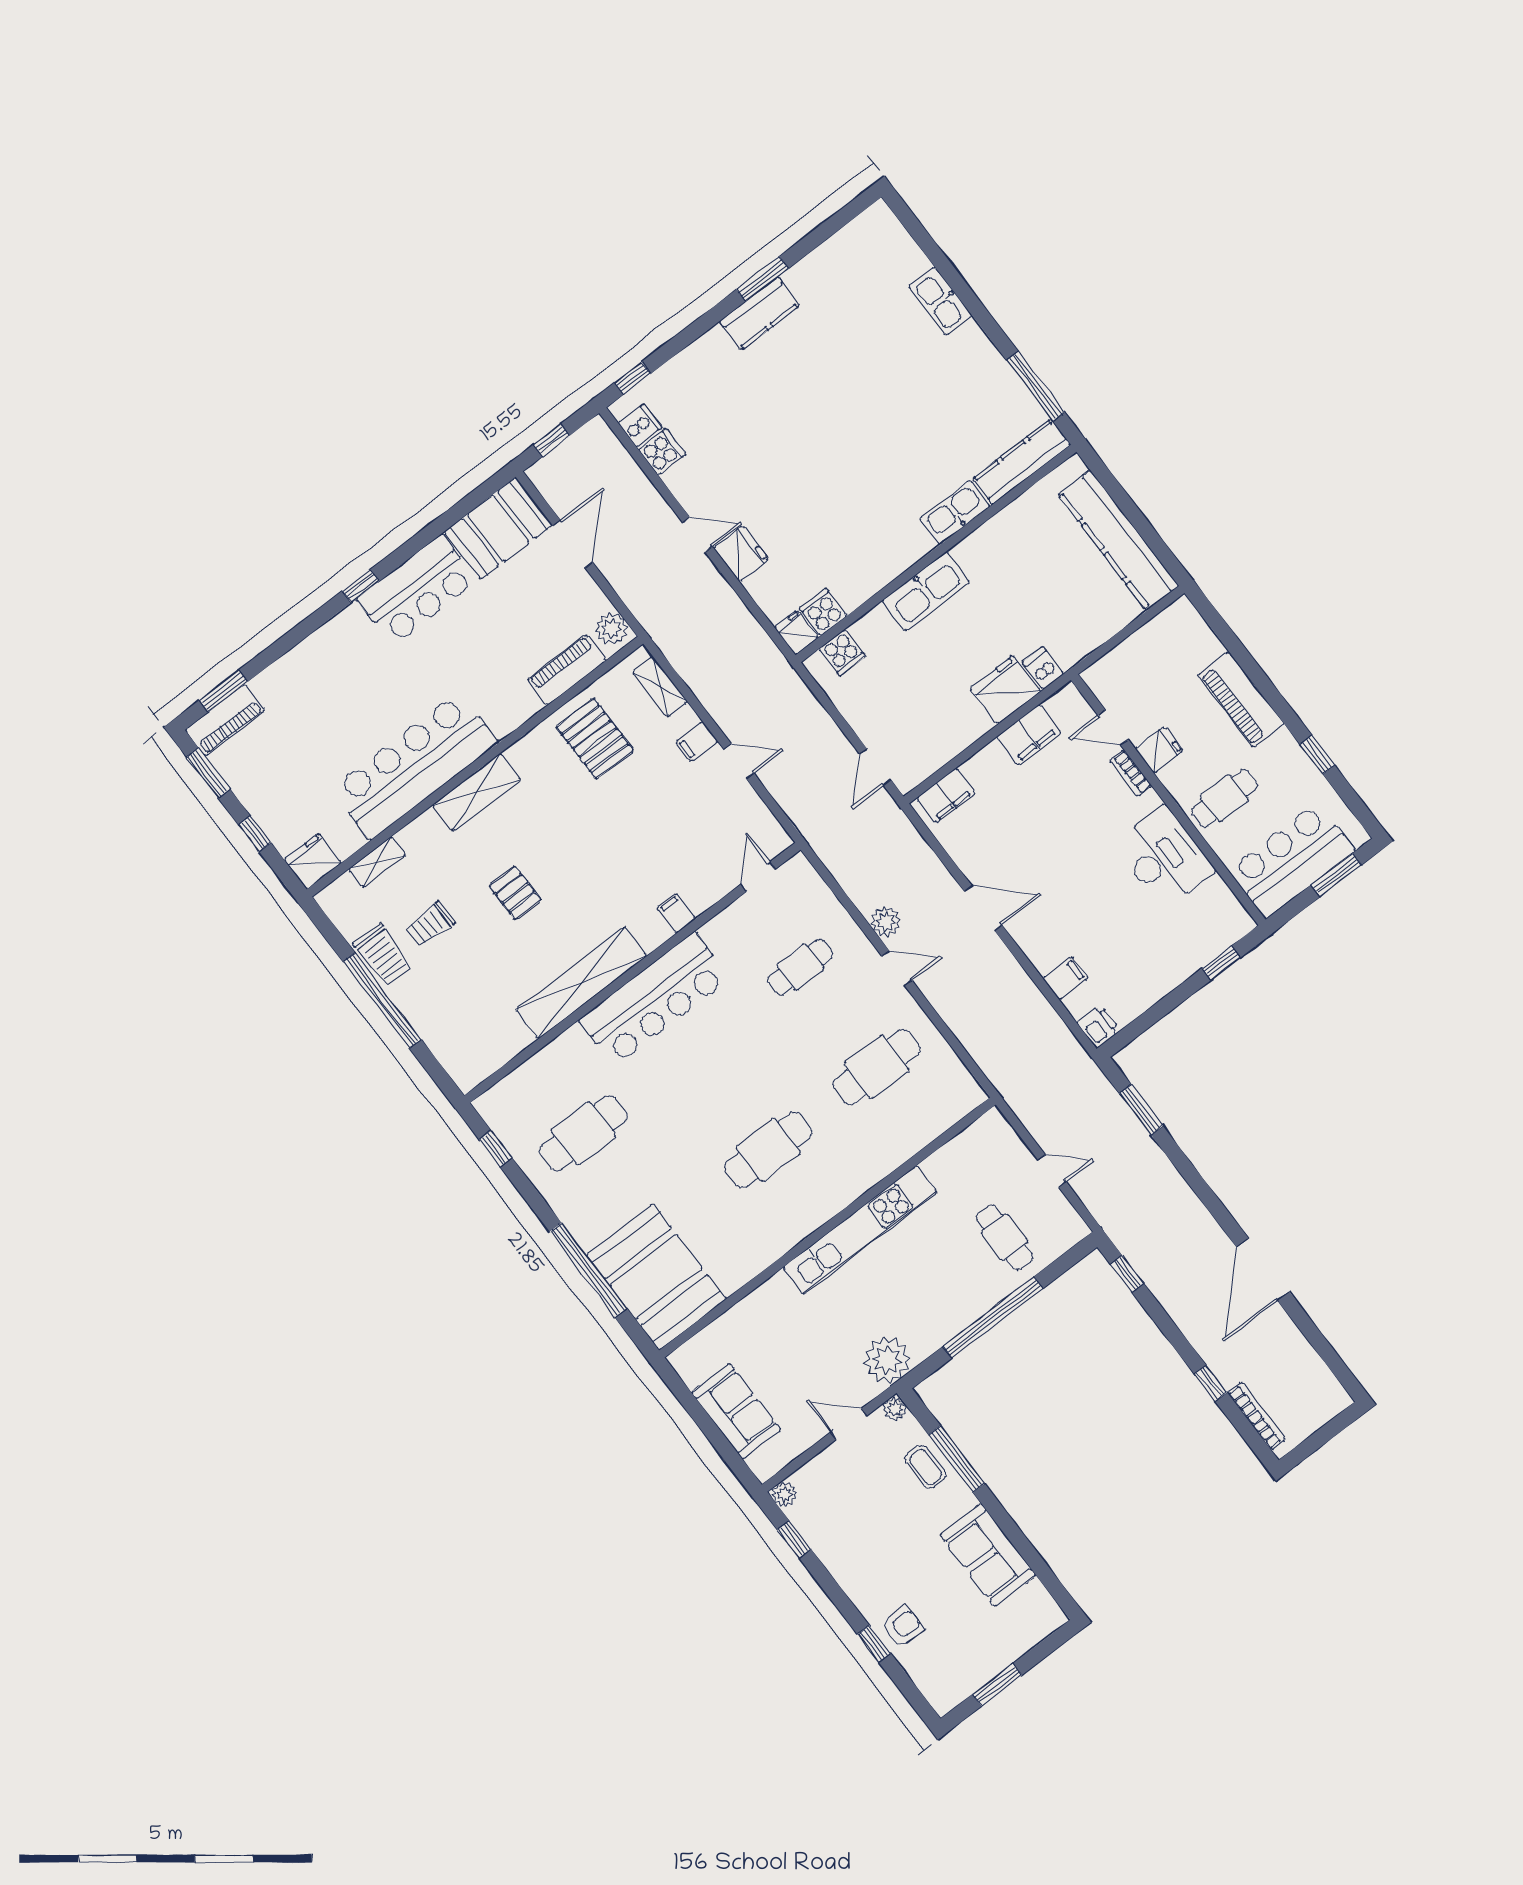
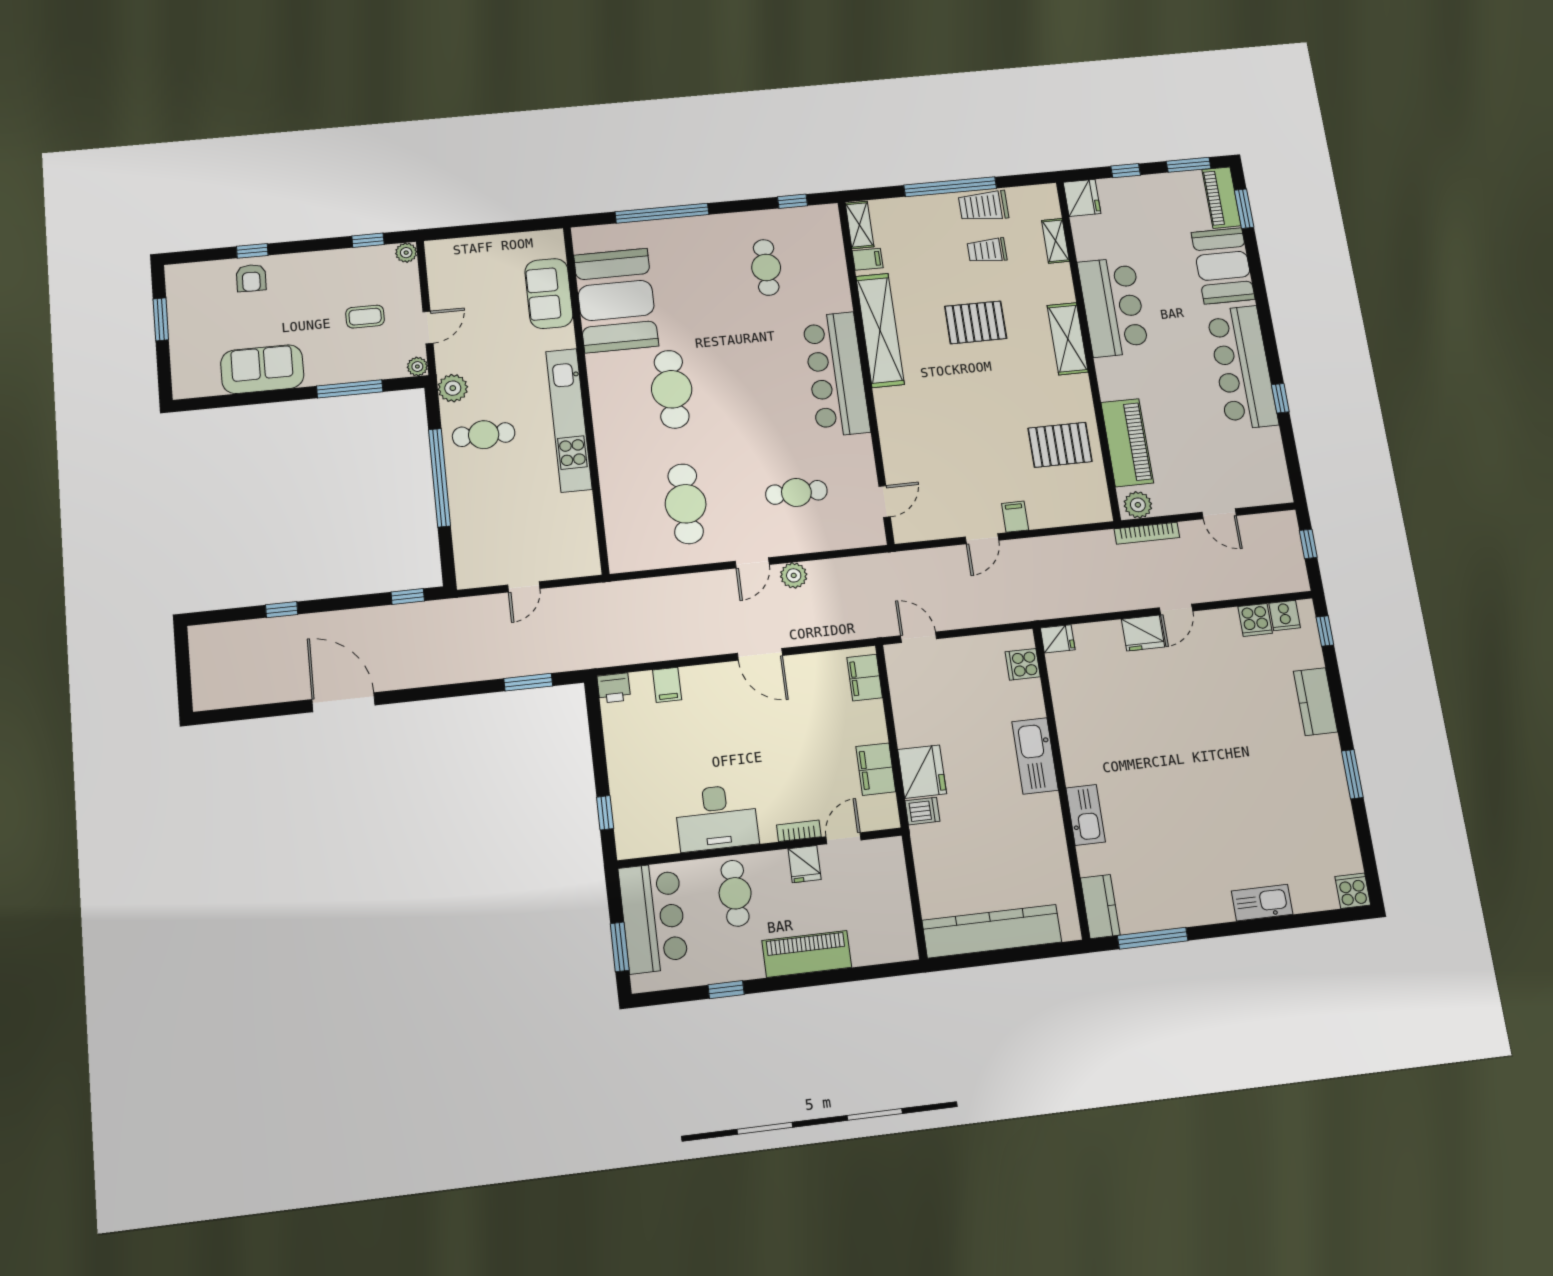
kitchen counter: (759, 314) -> (1315, 702), moved
kitchen counter: (1022, 462) -> (1100, 906), width x0.67
booth: (498, 528) -> (1223, 266), moved
door: (573, 544) -> (1219, 514), width x0.73
window: (361, 586) -> (1280, 398), moved
bar counter: (417, 590) -> (1242, 367), width x1.36
cooker: (823, 612) -> (1353, 891), moved, turned -90
piano: (567, 670) -> (1127, 443), width x1.37, depth x1.33
shelving: (660, 687) -> (860, 225), moved, turned 90
bar counter: (415, 766) -> (1113, 307), width x0.73
door: (758, 877) -> (885, 501), hinge flipped
pallet: (515, 893) -> (976, 322), width x1.50, depth x1.42
door: (983, 908) -> (760, 654), hinge flipped
filing cabinet: (676, 913) -> (868, 259), moved
trolley: (430, 925) -> (987, 250), turned -90
cafe table: (800, 967) -> (796, 492), turned 90
cafe table: (583, 1133) -> (766, 267), width x0.73, depth x0.74
cafe table: (1004, 1237) -> (484, 435), moved
booth: (656, 1277) -> (616, 300), moved, turned 90
plant: (887, 1360) -> (453, 388), width x0.73, depth x0.73
sofa: (736, 1411) -> (549, 293), moved, turned 90
bookcase: (1257, 1416) -> (1147, 533), moved
coffee table: (926, 1467) -> (365, 317), moved

